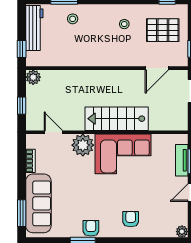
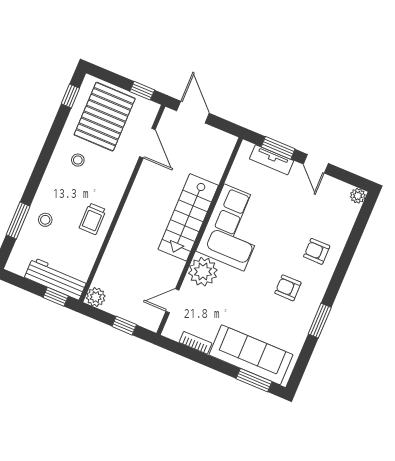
workbench: (34, 28) -> (56, 279), moved
pallet: (163, 30) -> (105, 117), width x1.37, depth x1.41
trolley: (87, 52) -> (93, 219), added
armchair: (91, 228) -> (288, 288), moved

